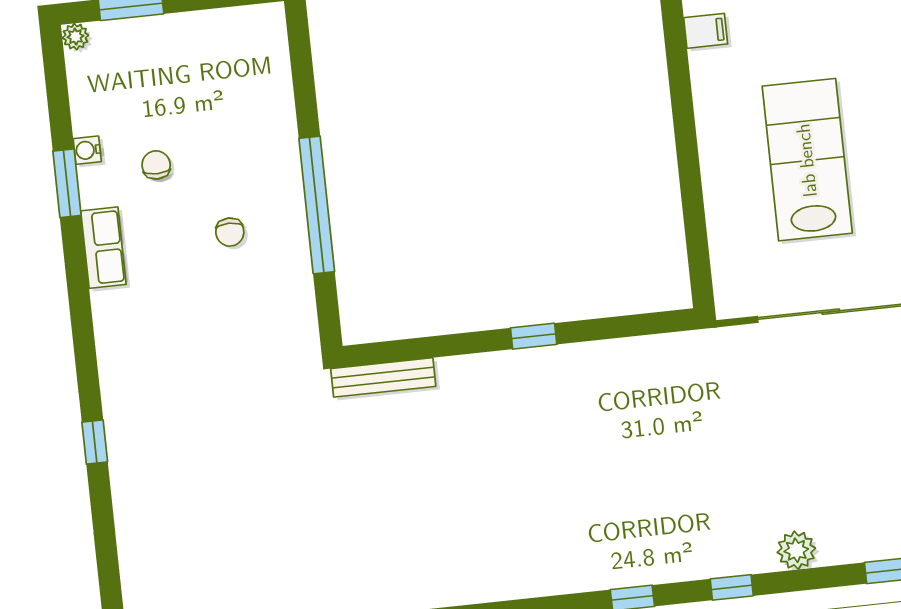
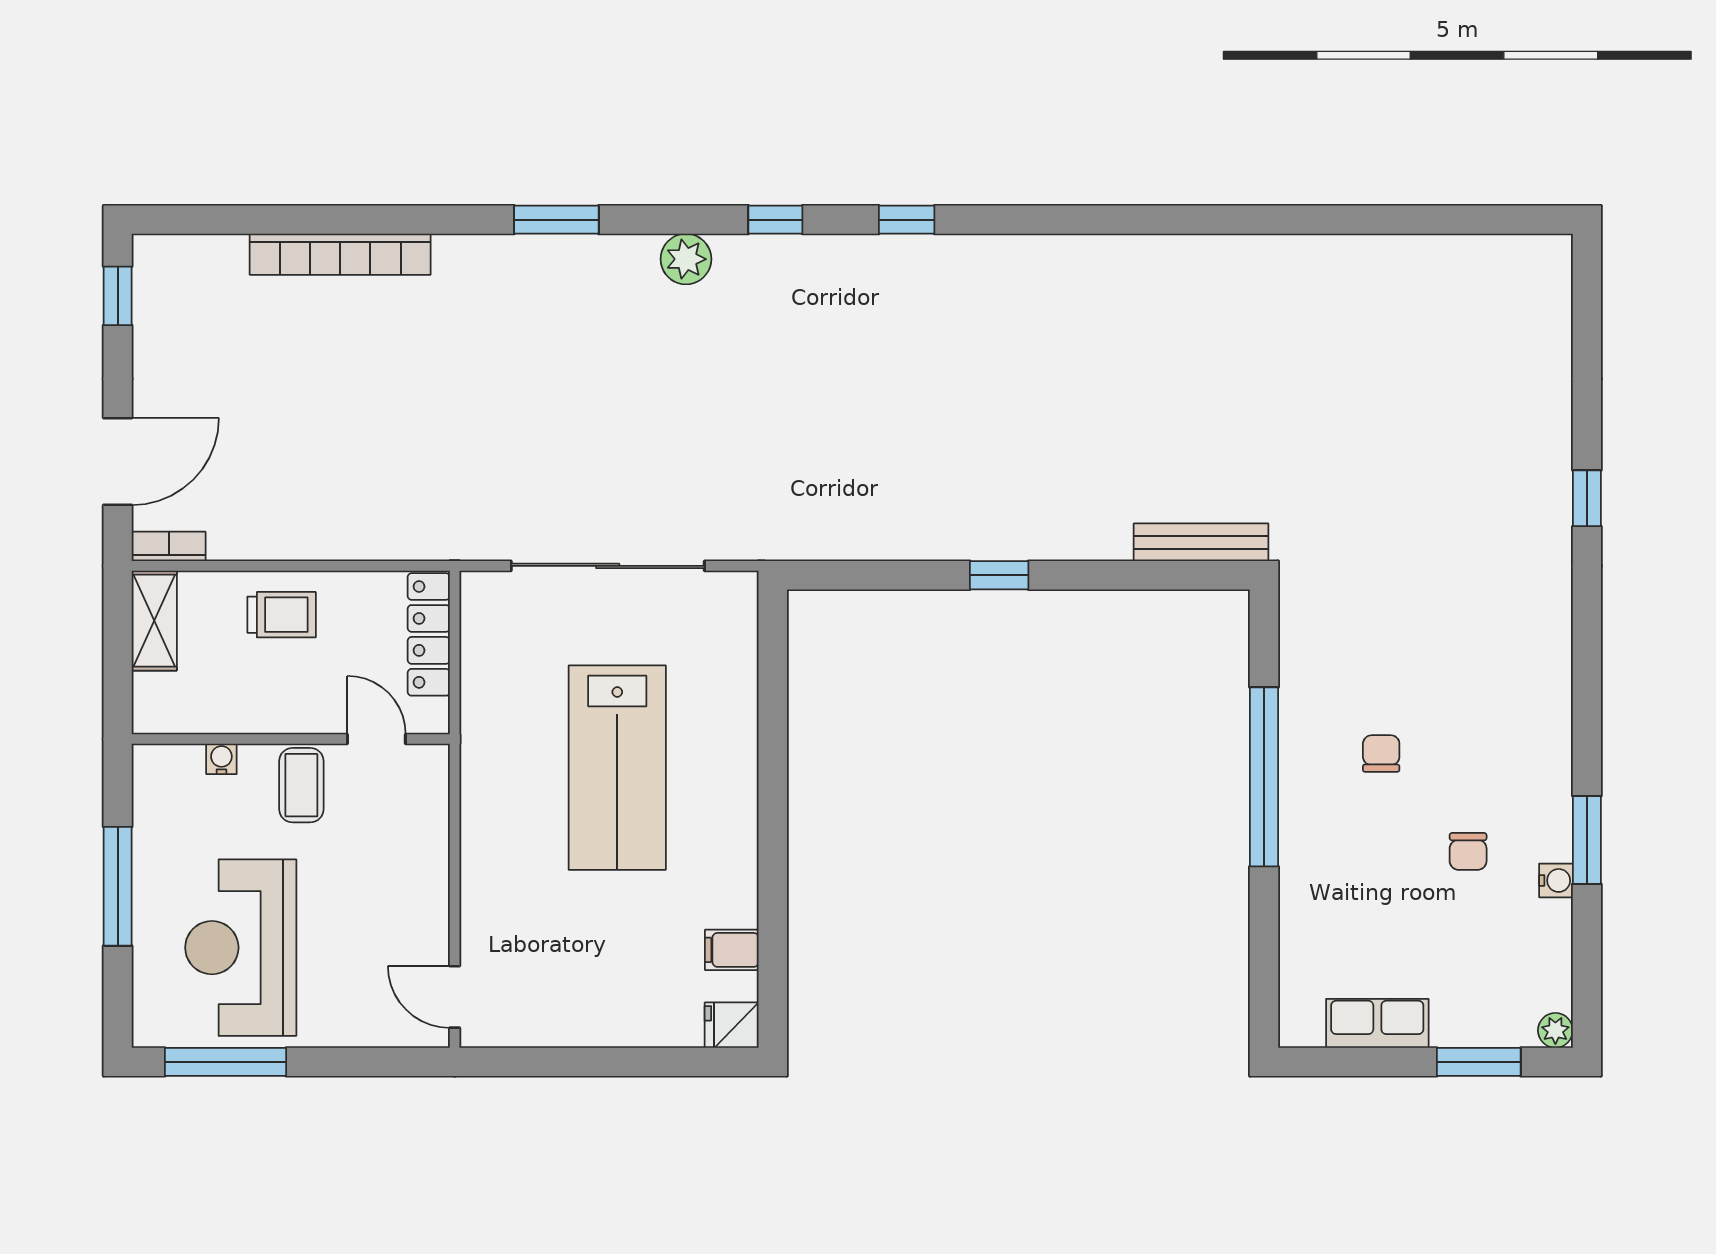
row of seats: (103, 248) -> (1377, 1023), moved, turned 90

